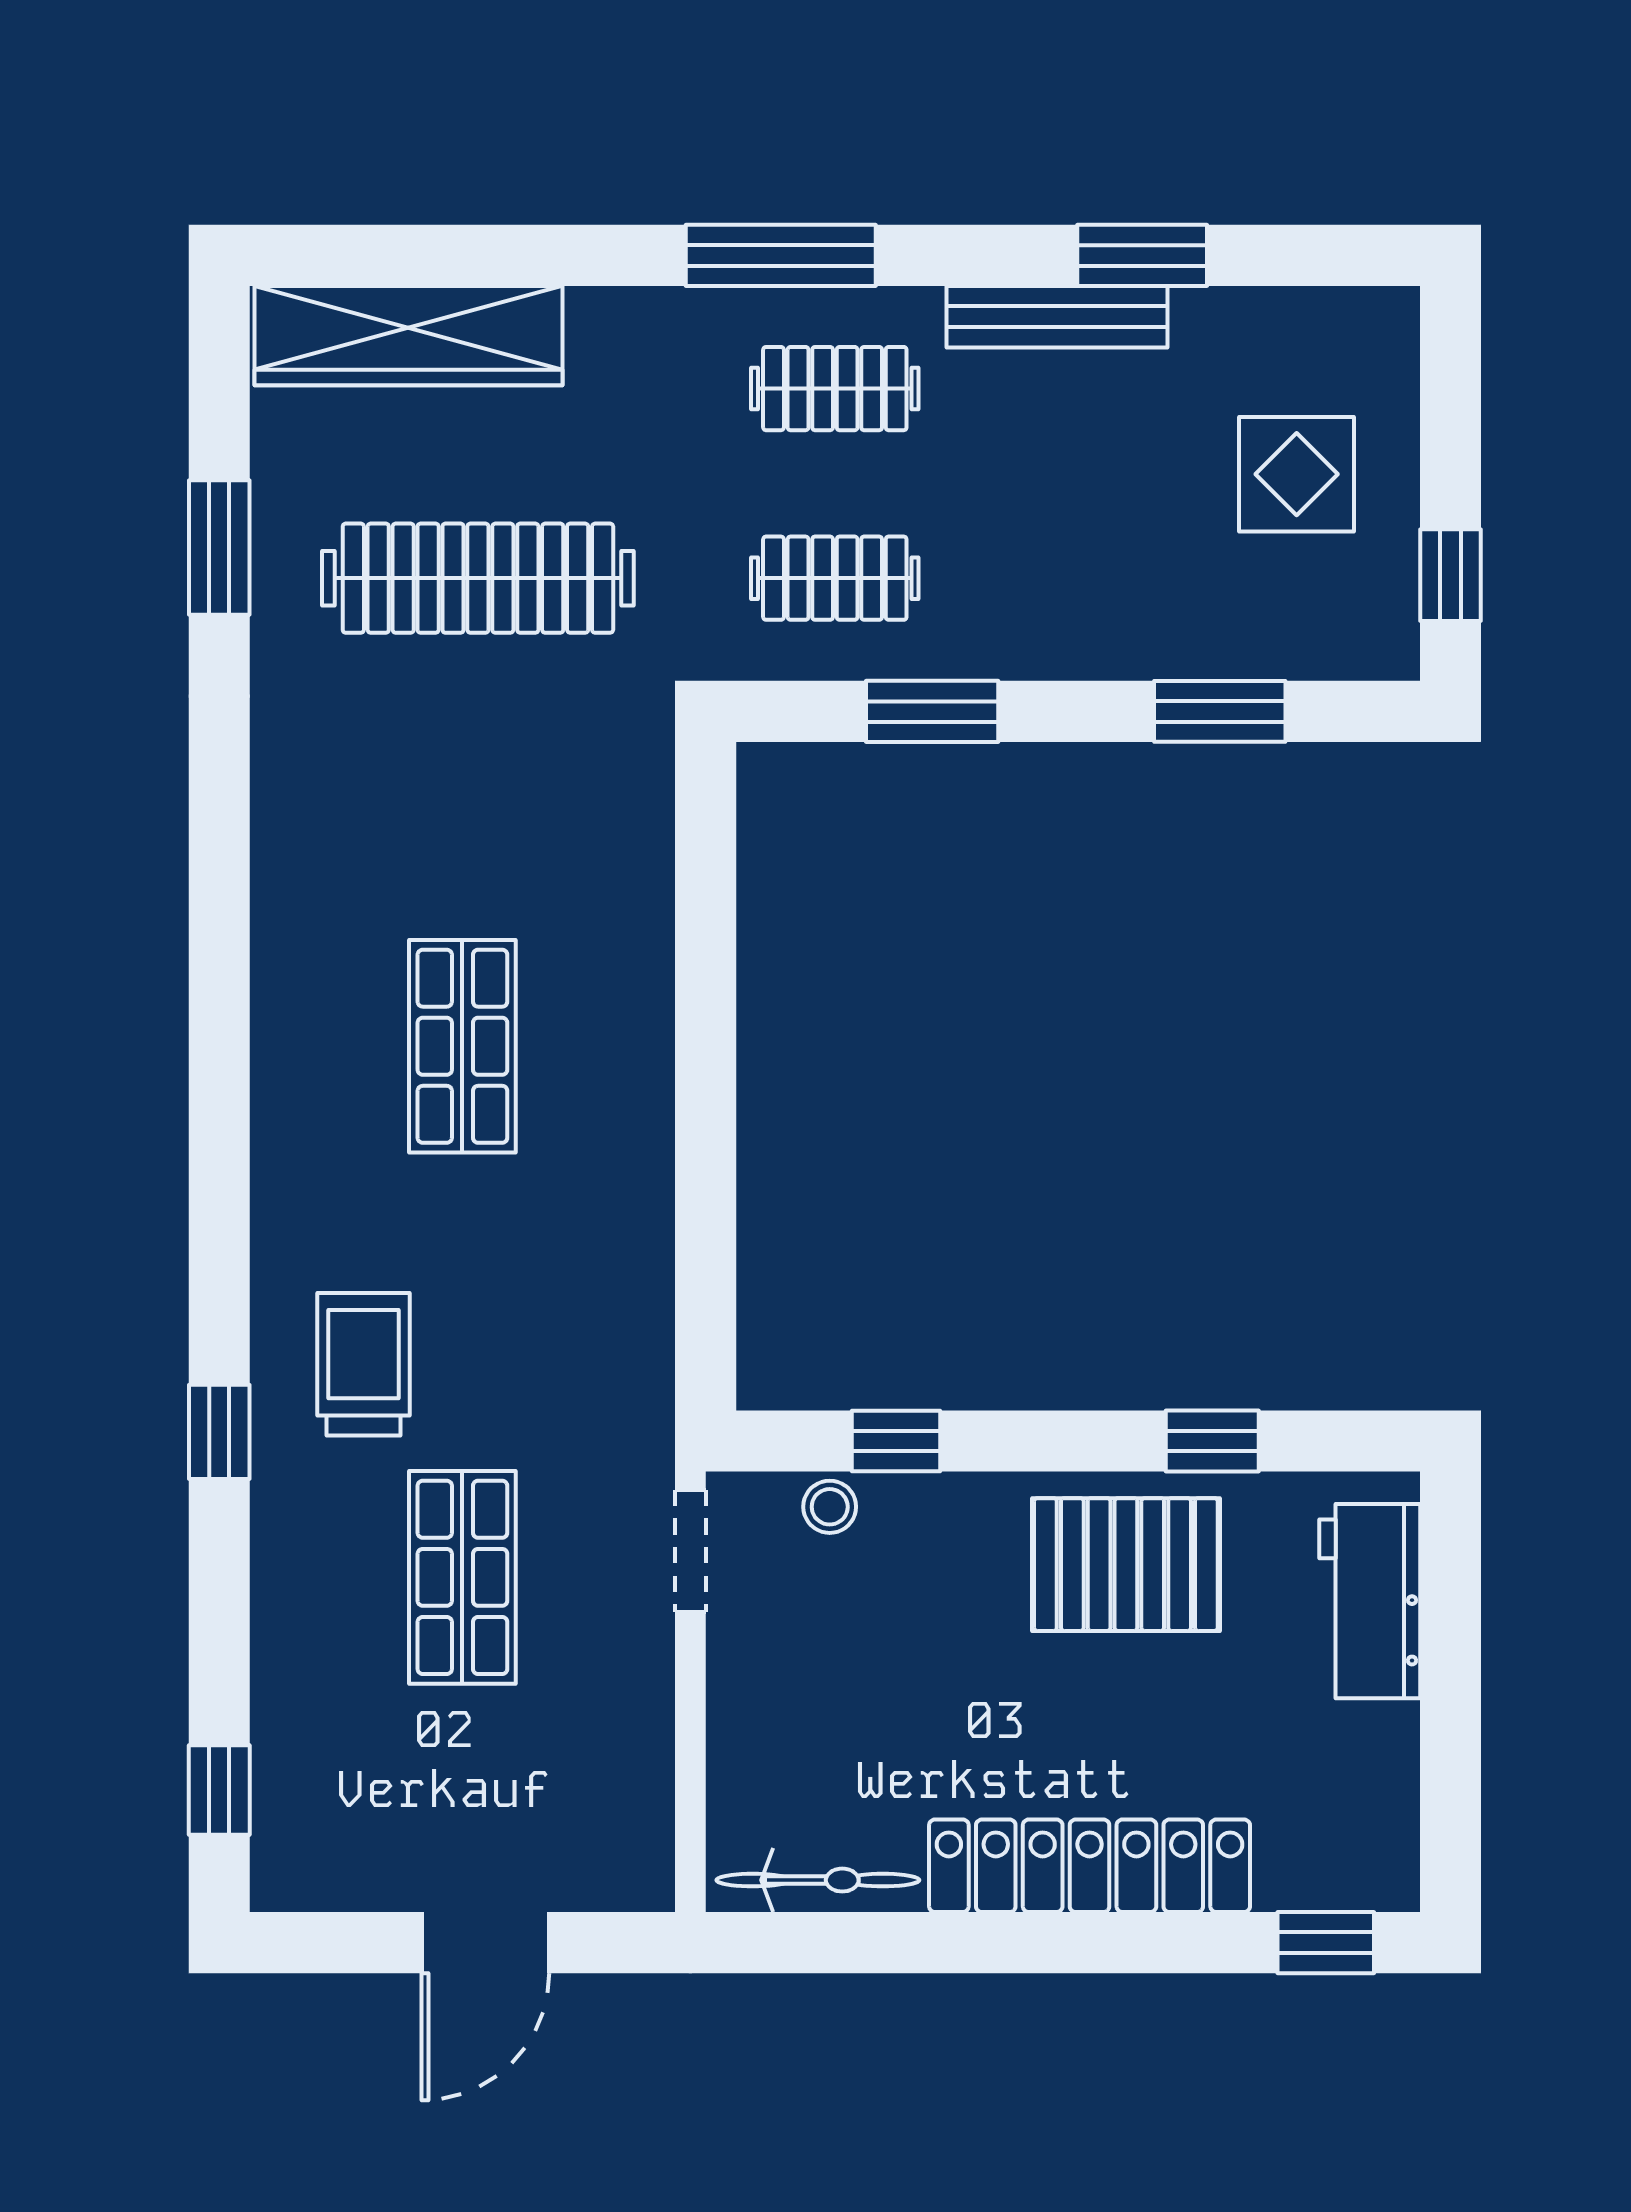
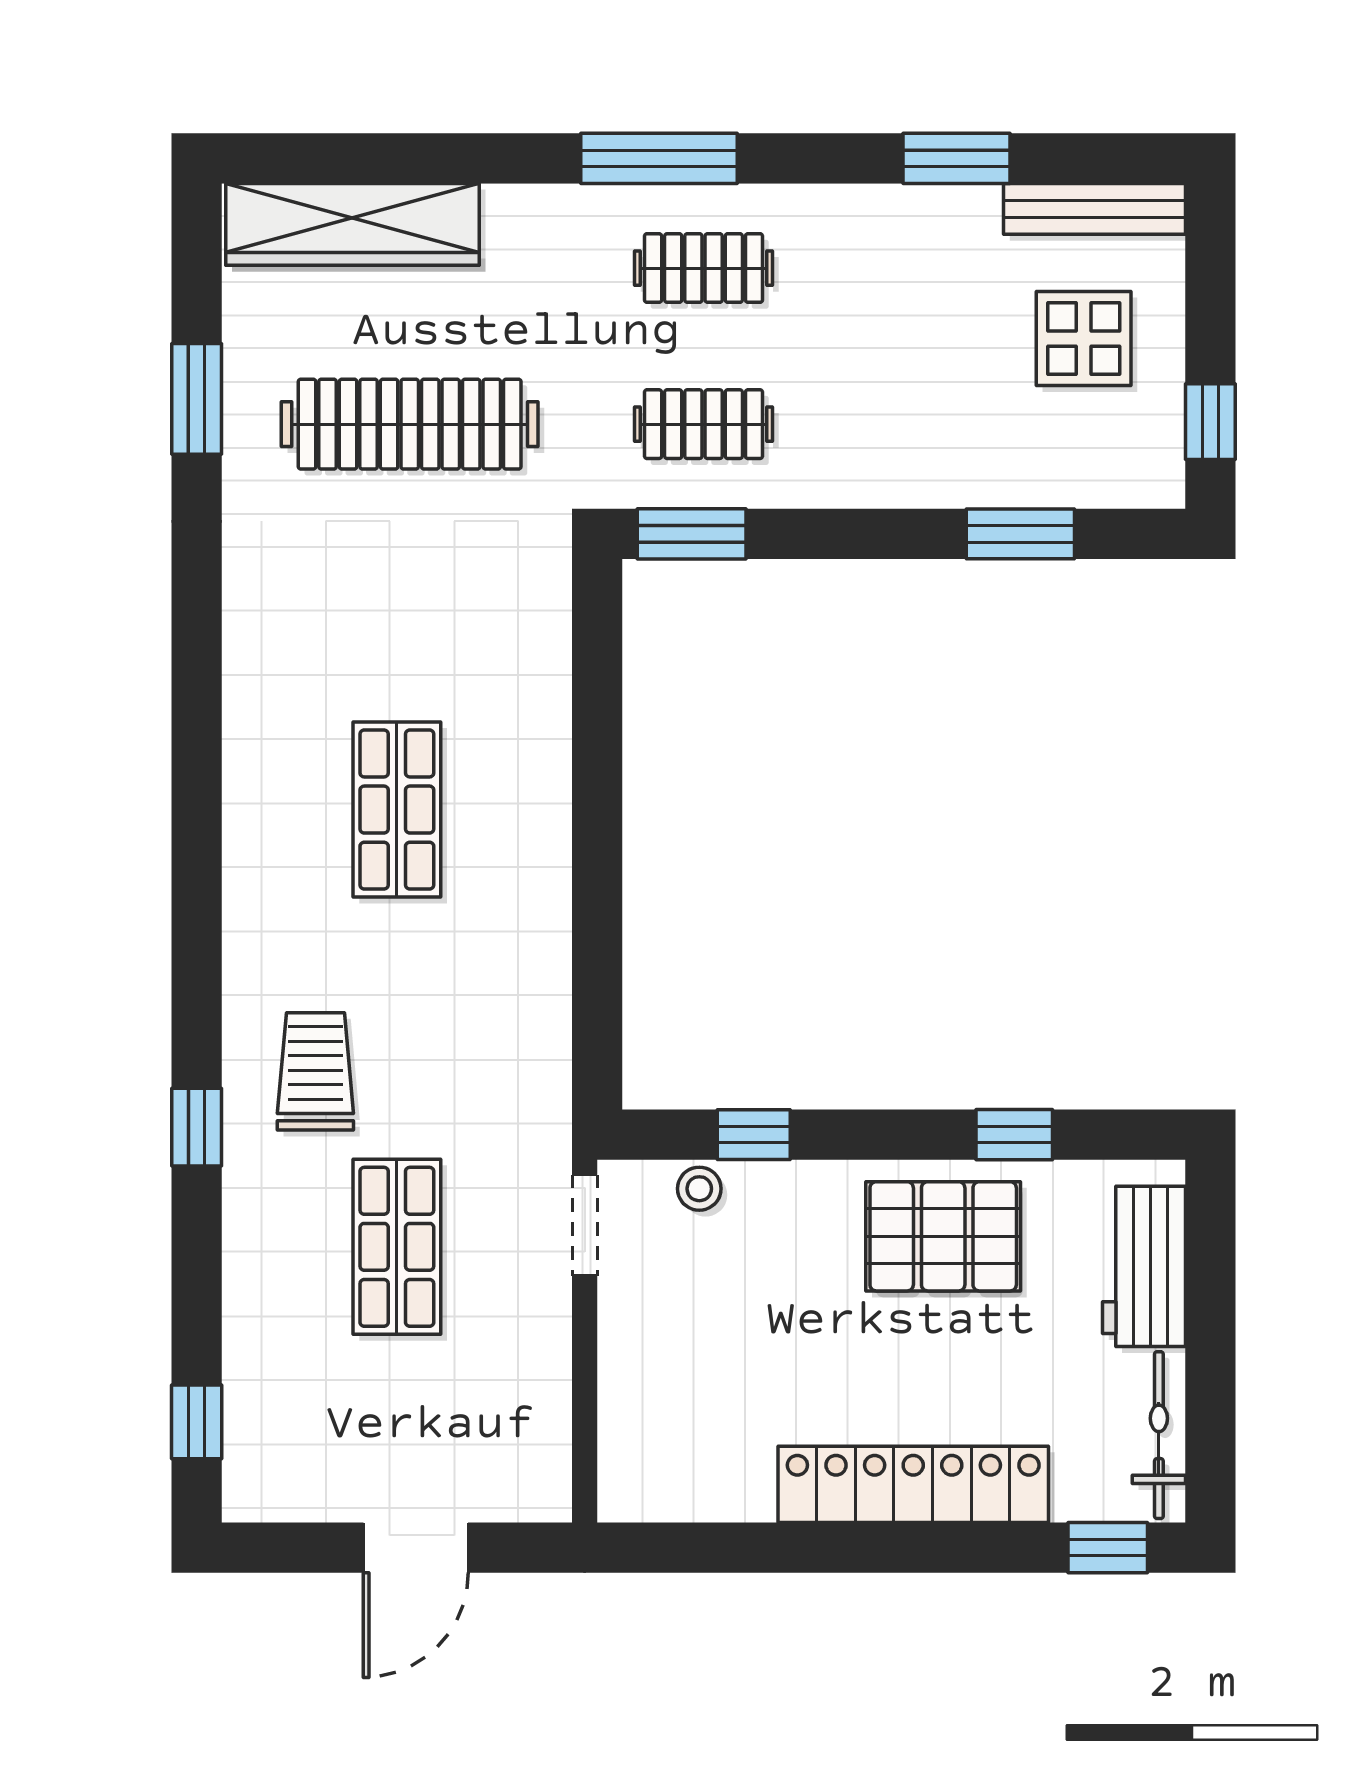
bench: (1057, 317) -> (1094, 209), moved
window: (932, 711) -> (692, 534), moved
bicycle: (818, 1880) -> (1159, 1435), moved, turned -90

